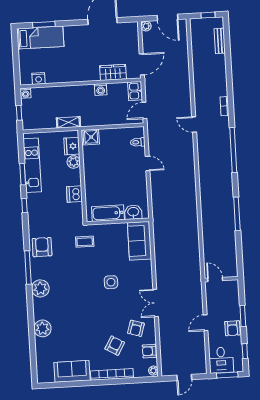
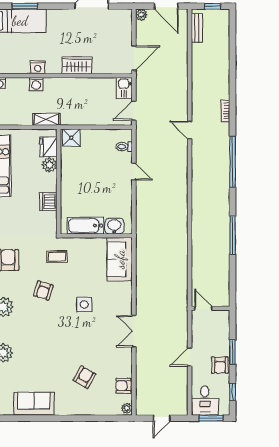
bench: (220, 41) -> (197, 28), moved
wardrobe: (113, 72) -> (77, 65), moved
nightstand: (39, 78) -> (38, 67), moved
washing machine: (101, 89) -> (36, 84), moved
armchair: (136, 328) -> (43, 290), moved
bookcase: (112, 374) -> (79, 410), removed

